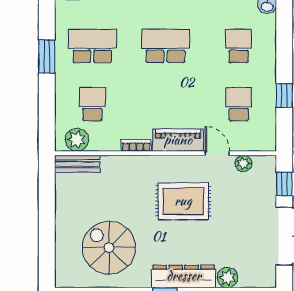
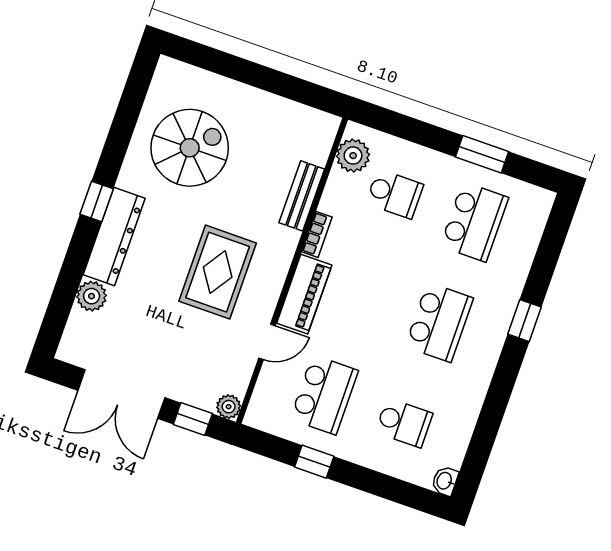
school desk: (239, 104) -> (324, 395), width x1.85
plant: (243, 163) -> (229, 407), moved
bench: (77, 164) -> (302, 196), moved

